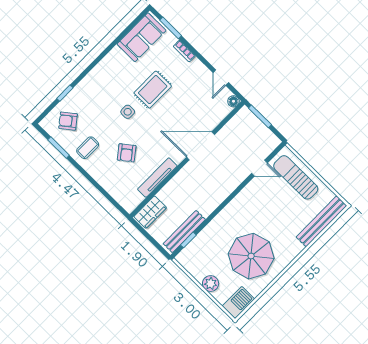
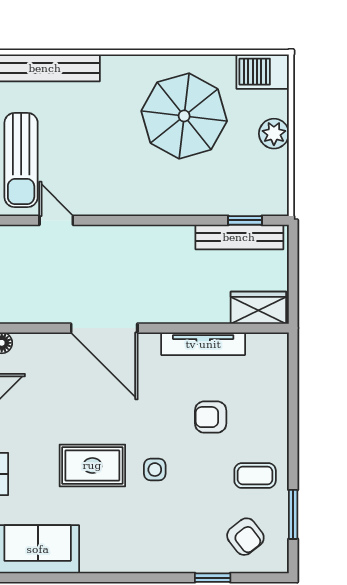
armchair: (127, 153) -> (211, 417), turned -142

